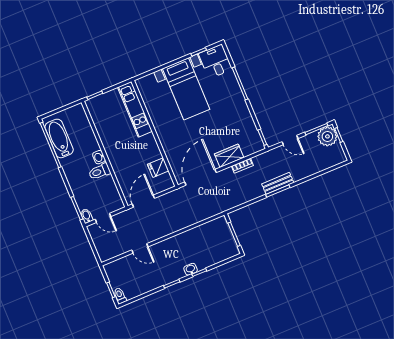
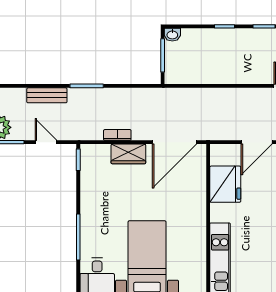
fridge: (158, 168) -> (225, 184), width x1.88, depth x1.34
bench: (278, 183) -> (47, 95), moved
washbasin: (191, 269) -> (172, 35), moved

